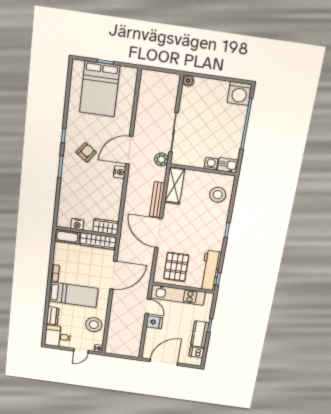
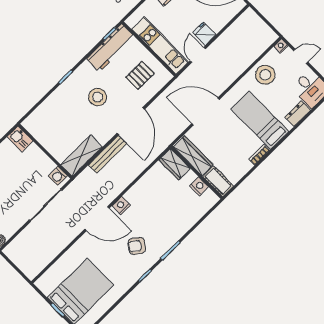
plant: (161, 159) -> (75, 189), removed
washing machine: (211, 164) -> (58, 176), moved
stool: (218, 195) -> (98, 97), moved
pallet: (176, 267) -> (140, 75), width x0.67, depth x0.71

